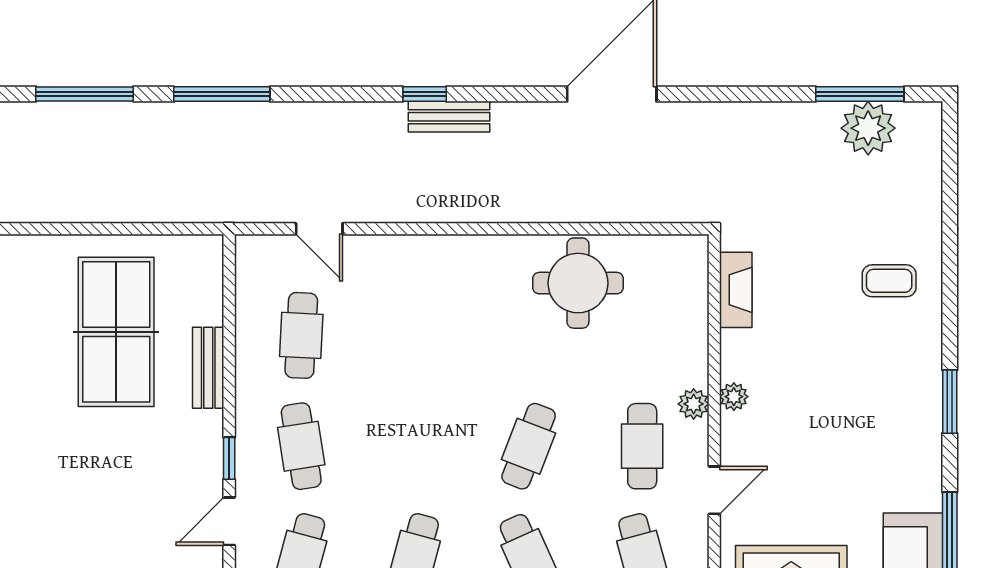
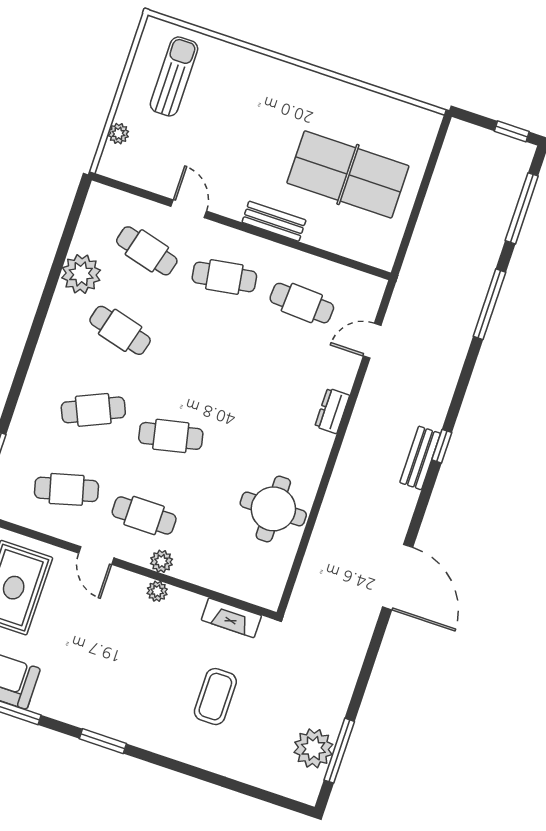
dresser: (427, 250) -> (332, 411), added
coffee table: (889, 281) -> (215, 697), moved, width x1.36, depth x1.30
bench: (208, 368) -> (274, 221), moved
cafe table: (529, 446) -> (171, 436), turned -33
window: (229, 458) -> (233, 224), removed

